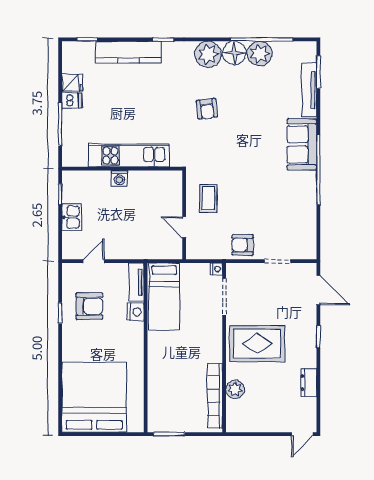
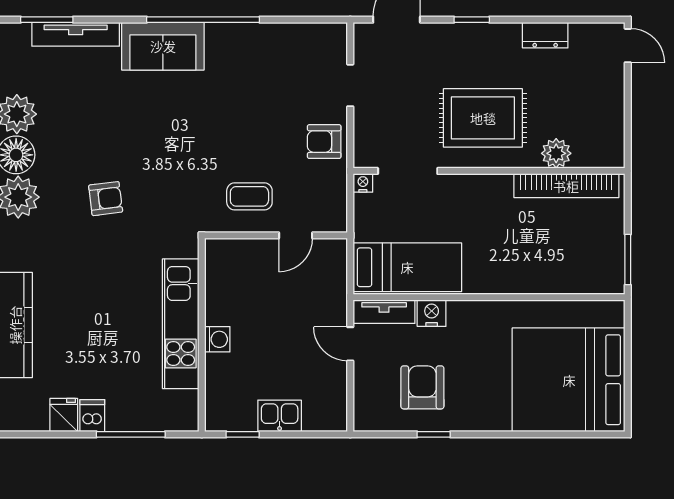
armchair: (242, 245) -> (324, 142), turned 90
door: (94, 261) -> (350, 344), moved
rug: (257, 344) -> (483, 118), turned 90

